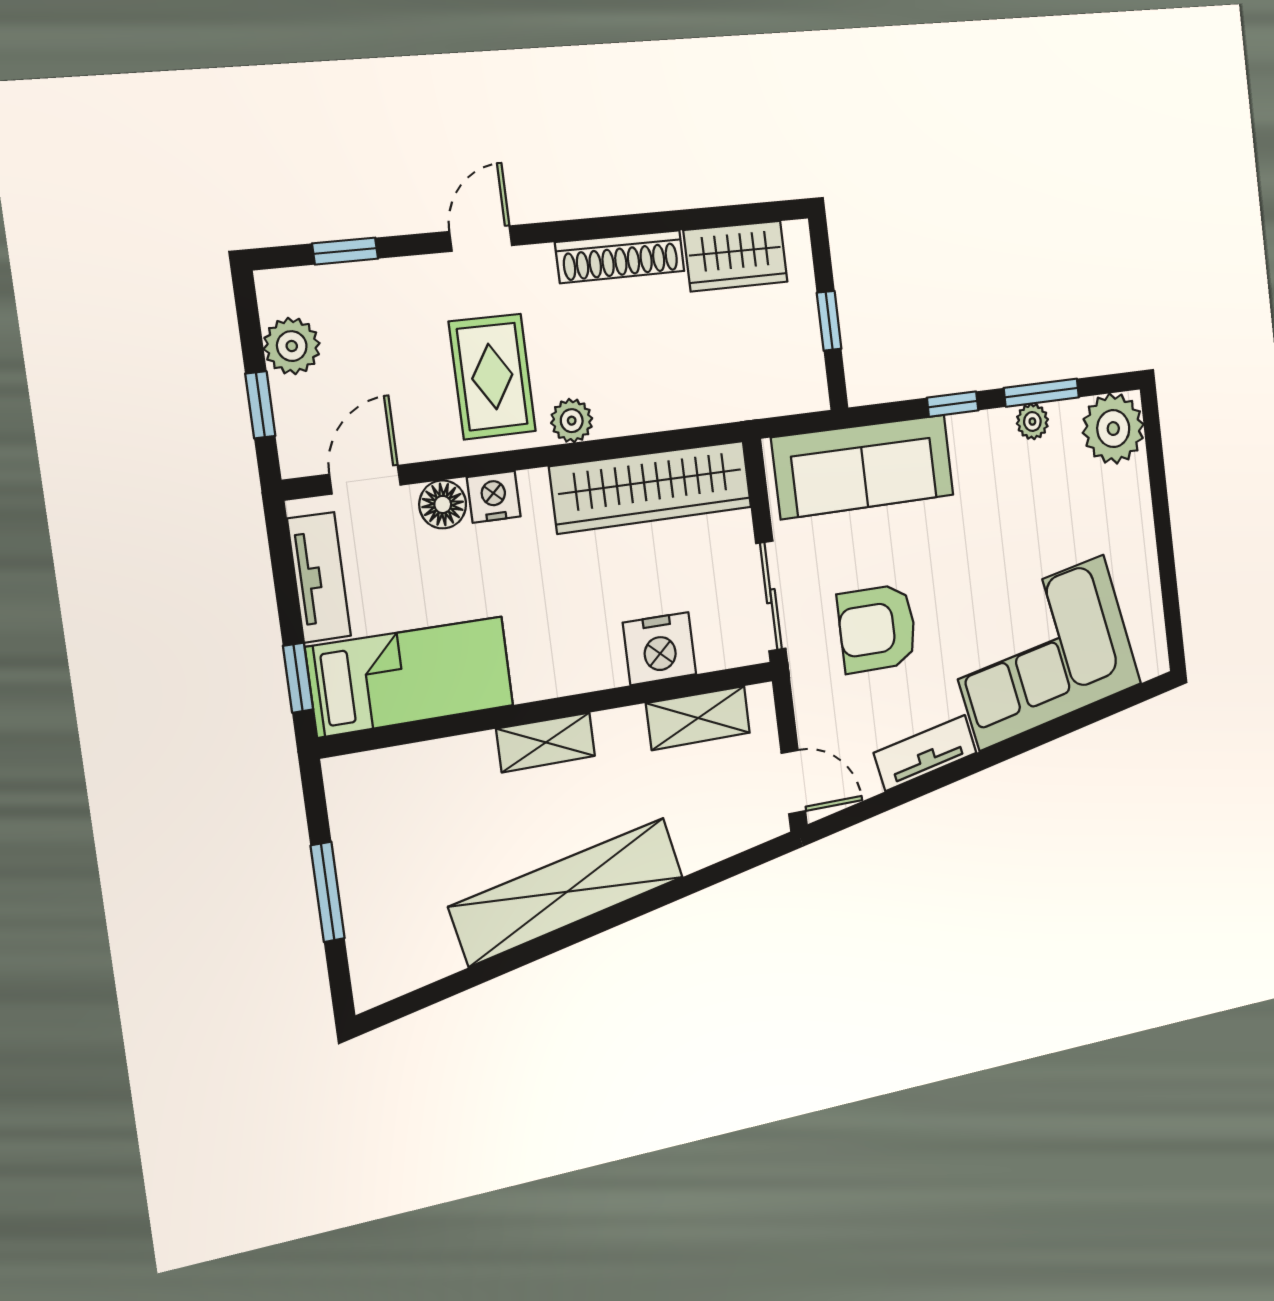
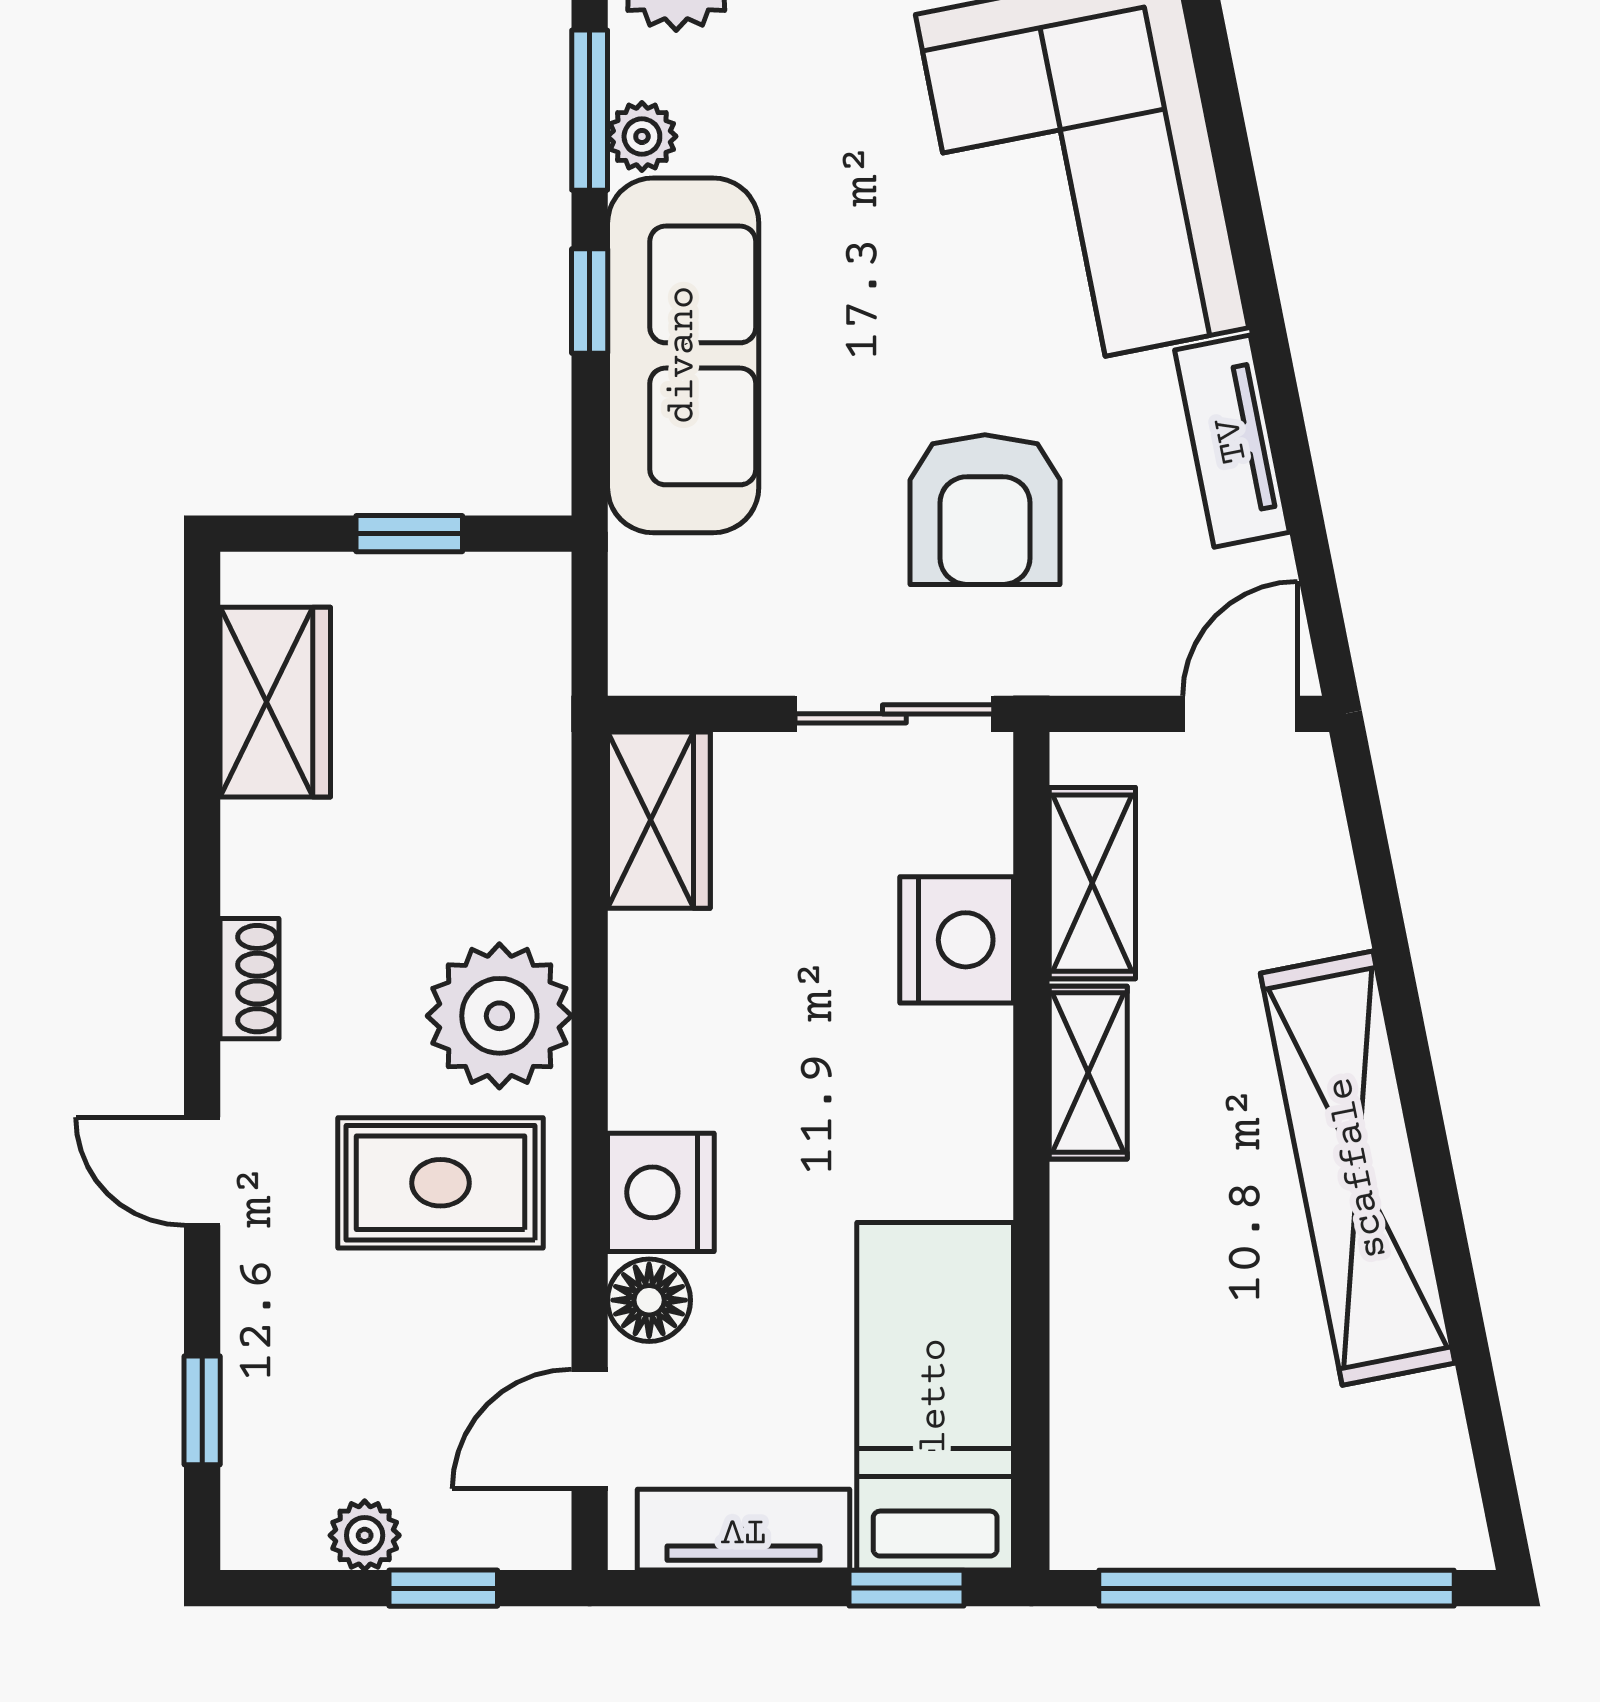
shoe rack: (620, 257) -> (249, 979), width x0.51, depth x0.81
plant: (292, 346) -> (365, 1535), width x0.73, depth x0.73
plant: (572, 421) -> (499, 1016), width x1.87, depth x1.87
sofa: (863, 467) -> (683, 355), moved
door: (365, 480) -> (590, 1429), hinge flipped
wardrobe: (651, 487) -> (659, 820), width x0.48, depth x0.85
nightstand: (494, 497) -> (661, 1192), width x1.36, depth x1.33
shelving: (546, 742) -> (1088, 1073), moved
window: (328, 892) -> (1277, 1588), width x2.11

